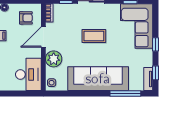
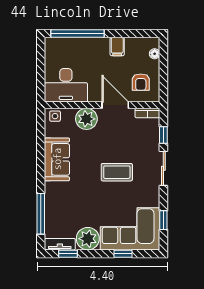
coffee table: (94, 36) -> (117, 172), turned 90
window: (156, 44) -> (123, 254), moved
plant: (144, 58) -> (88, 239), added
sofa: (98, 79) -> (57, 159), width x0.54, depth x0.79

